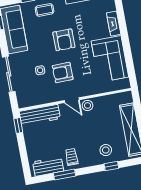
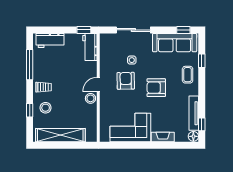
workbench: (40, 115) -> (90, 47), width x0.73
trolley: (72, 157) -> (43, 87), moved
workbench: (48, 167) -> (50, 40), moved, turned 90
window: (64, 175) -> (30, 65), width x1.44

